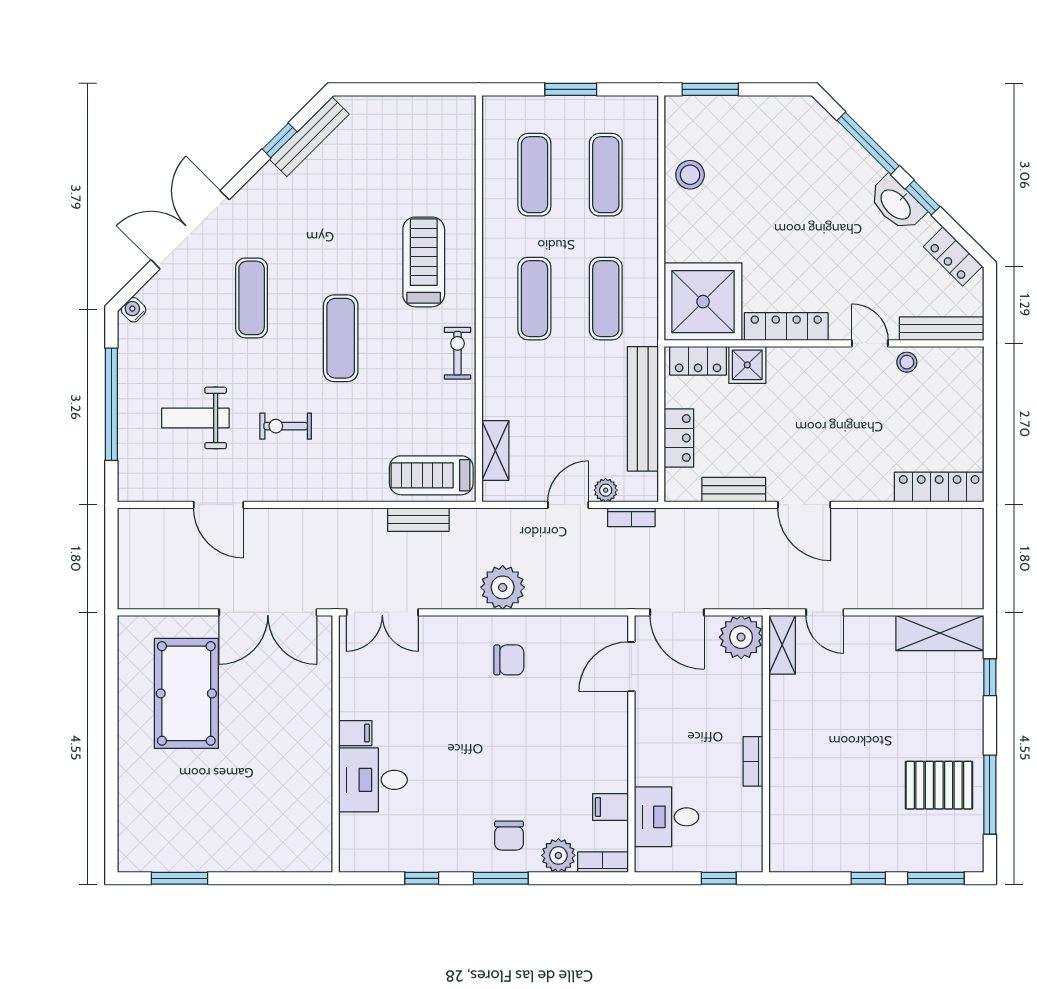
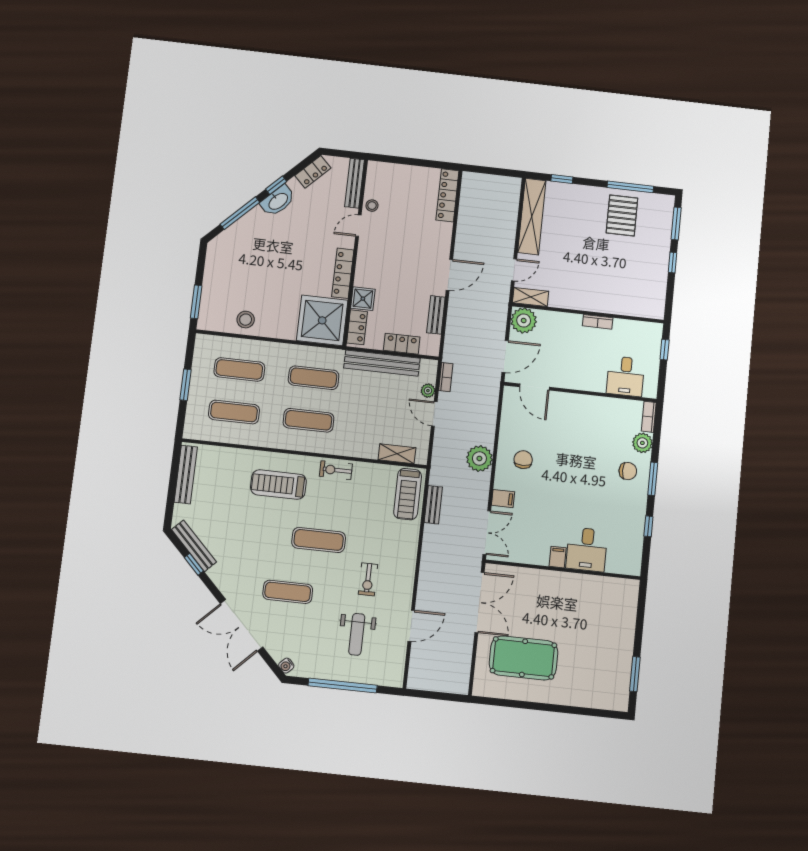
bench: (423, 109) -> (186, 474), added
shelving: (940, 633) -> (532, 217), width x1.47
filing cabinet: (610, 807) -> (503, 499), moved, turned -90

